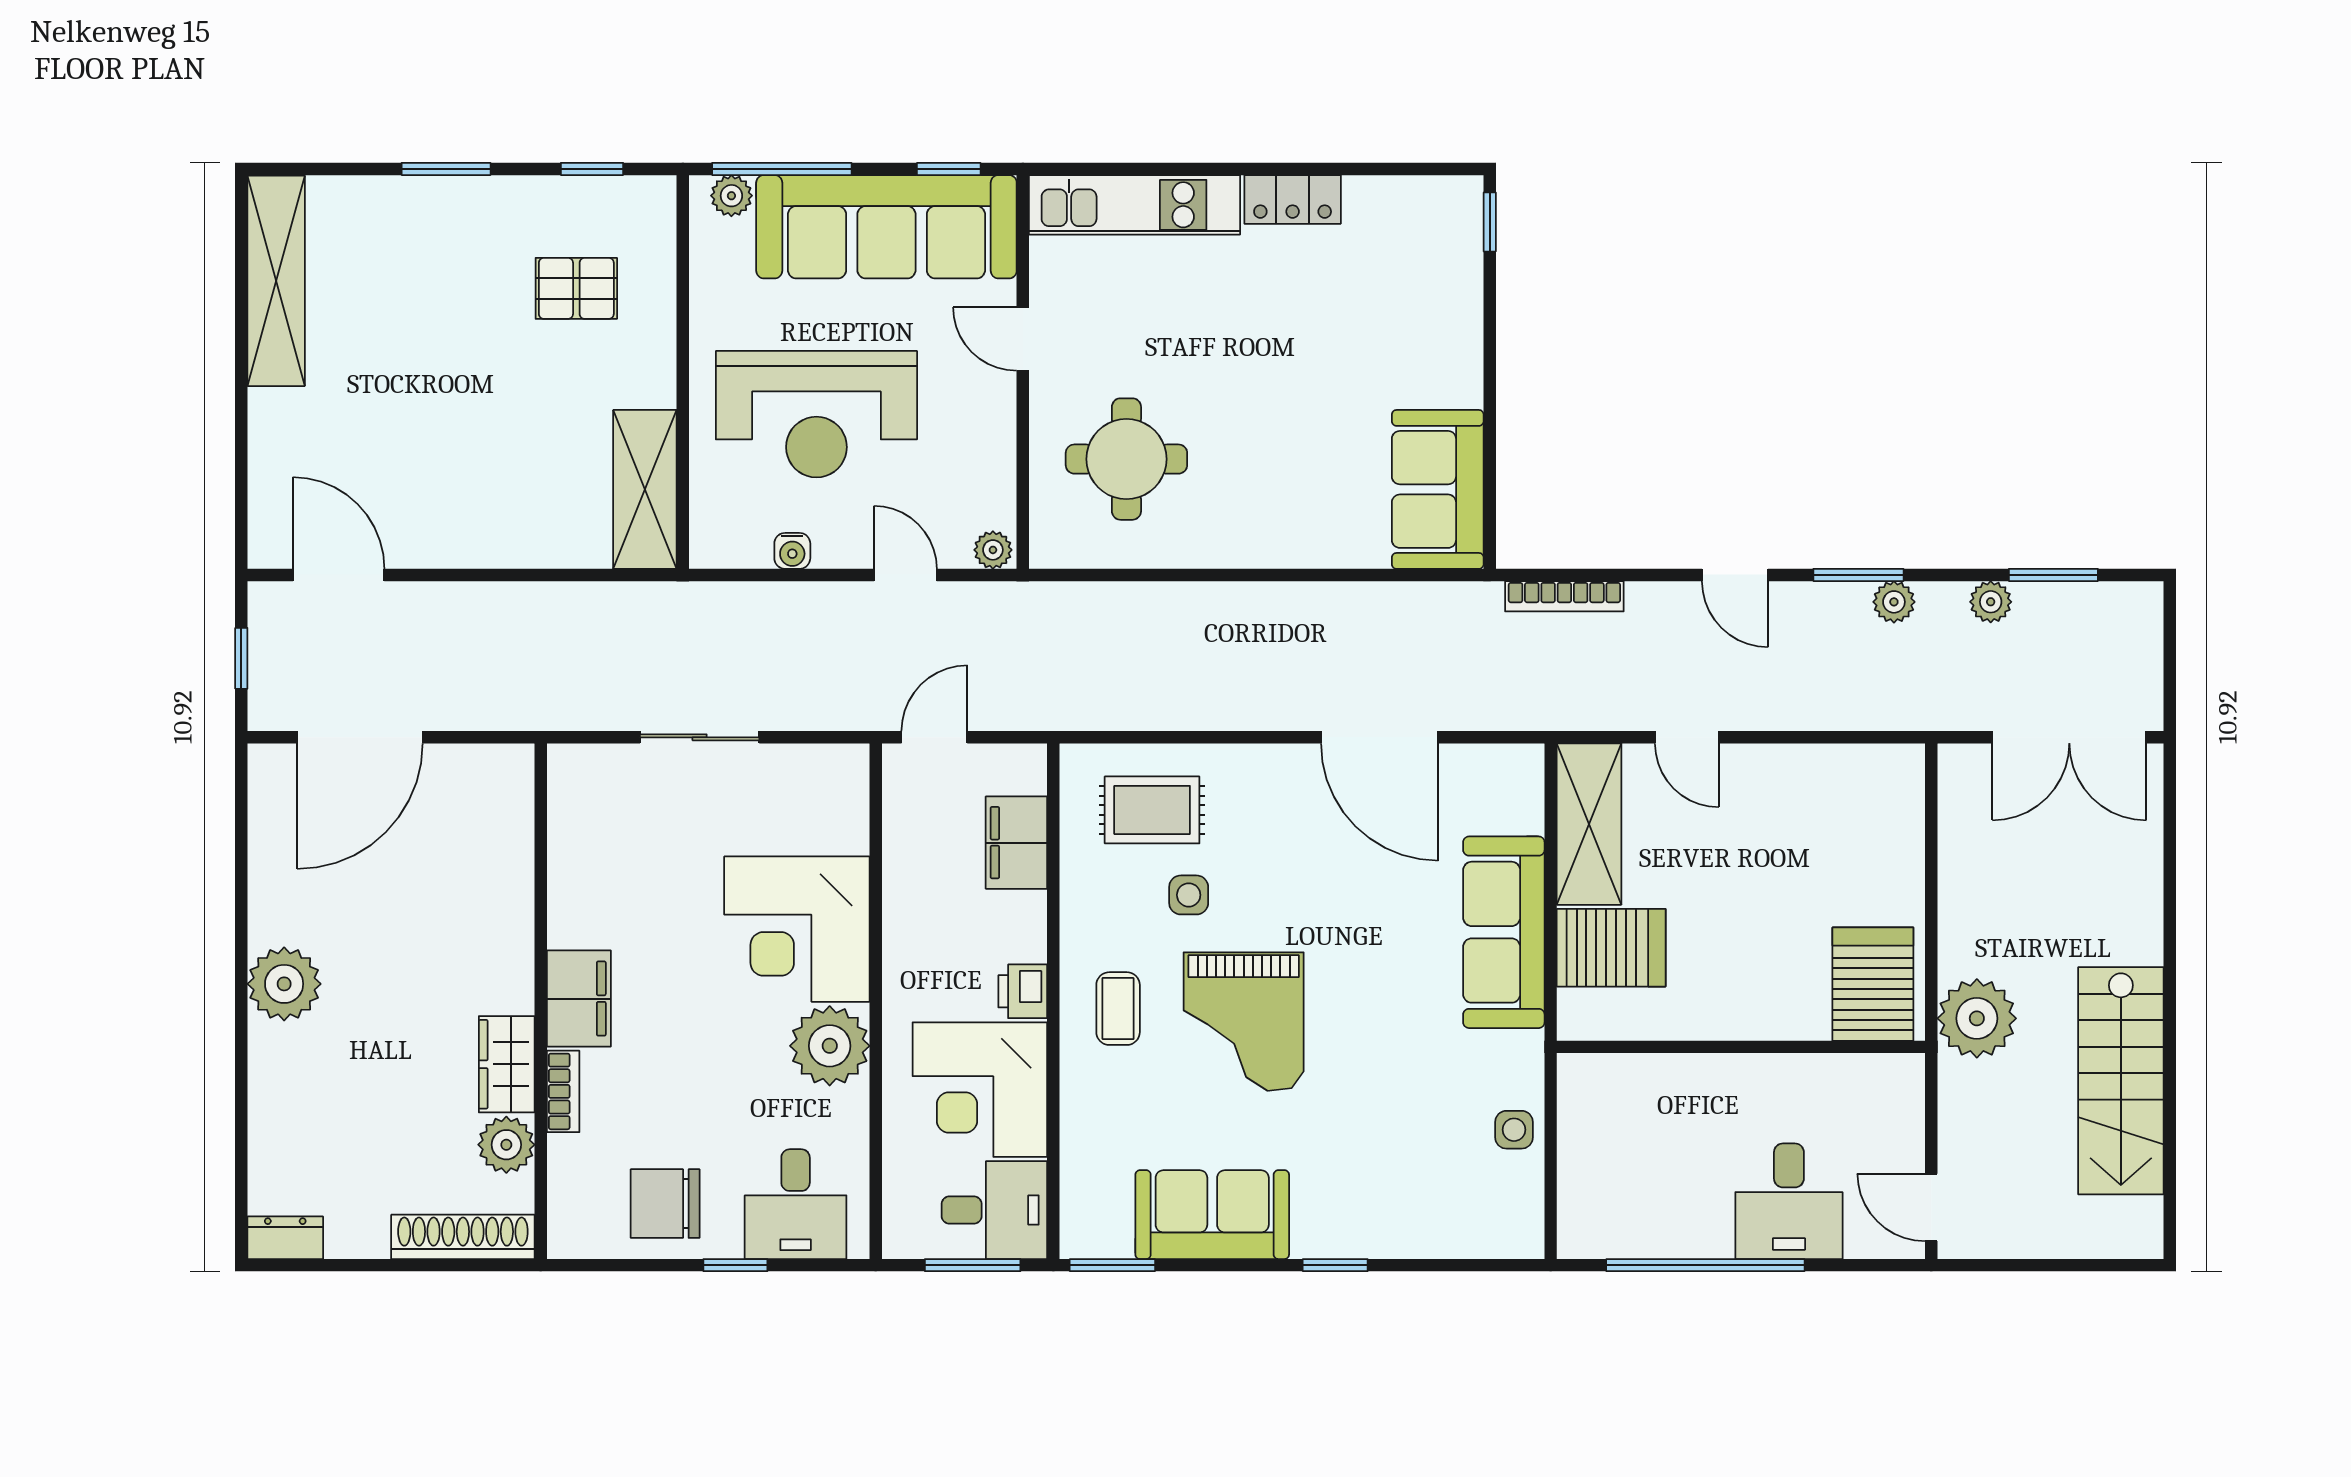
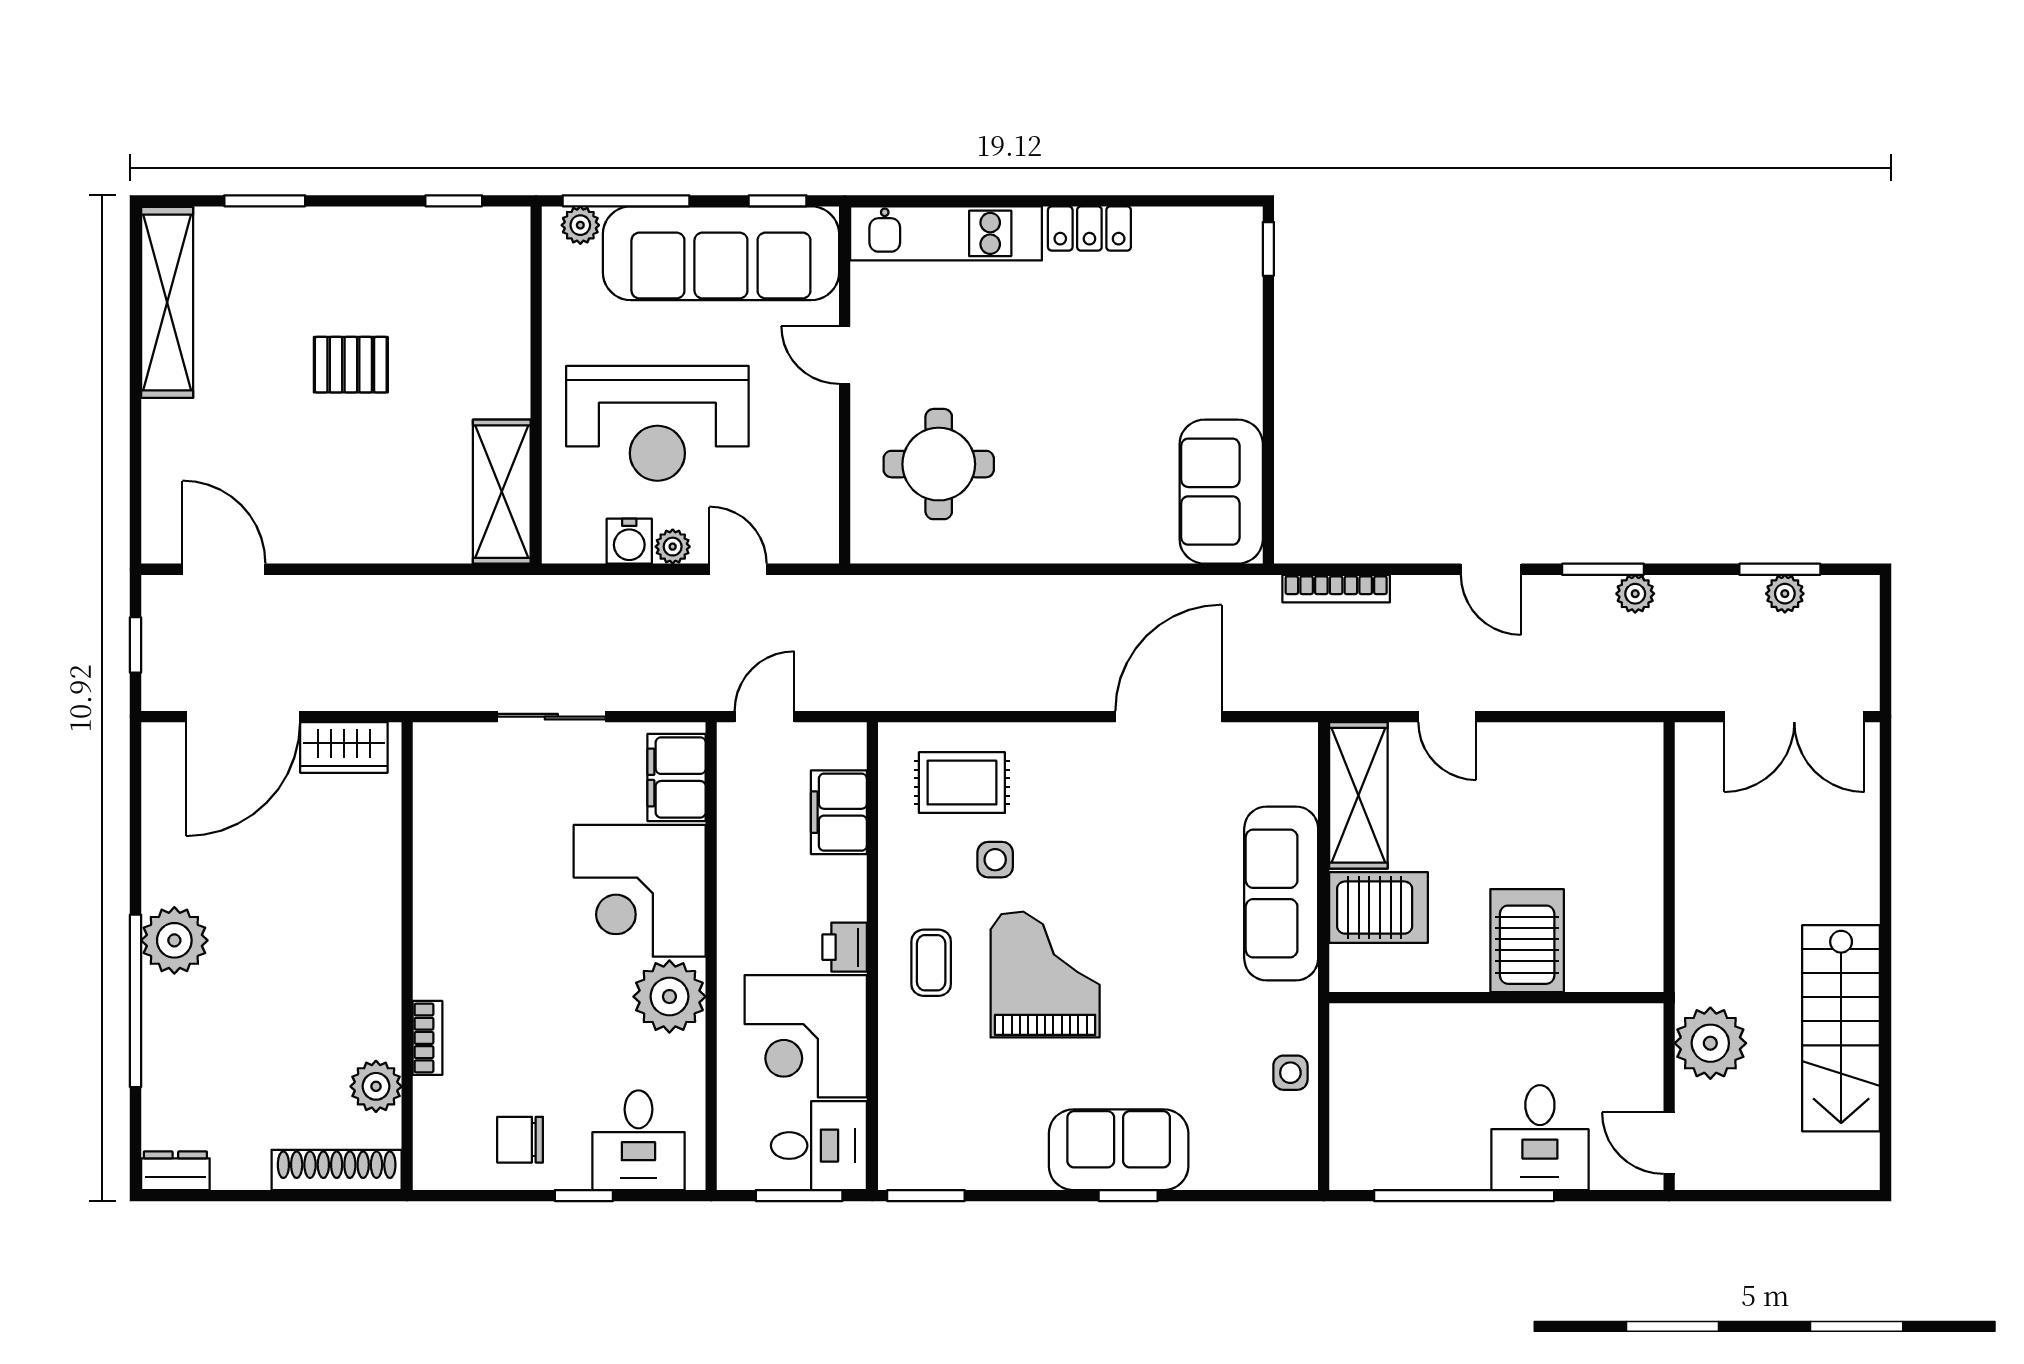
window: (446, 169) -> (265, 201), moved
pallet: (576, 288) -> (351, 365), moved
plant: (993, 550) -> (673, 547), moved
water cooler: (792, 551) -> (629, 541), width x1.38, depth x1.38
plant: (1991, 602) -> (1785, 594), moved
door: (1380, 737) -> (1168, 717), swing flipped
server rack: (1873, 984) -> (1527, 941), moved
filing cabinet: (579, 999) -> (677, 777), moved, turned 180
plant: (1977, 1018) -> (1710, 1043), moved
grand piano: (1244, 1022) -> (1045, 975), turned 180
window: (241, 1051) -> (135, 1001), added
wardrobe: (507, 1064) -> (344, 747), moved, turned -90
chair: (665, 1204) -> (520, 1140), width x0.73, depth x0.73
sofa: (1212, 1215) -> (1119, 1150), moved

